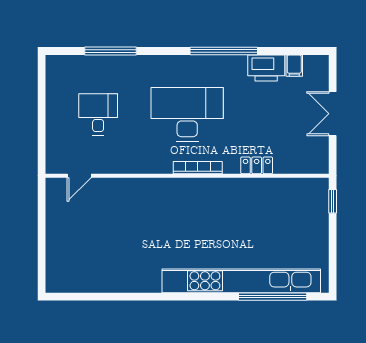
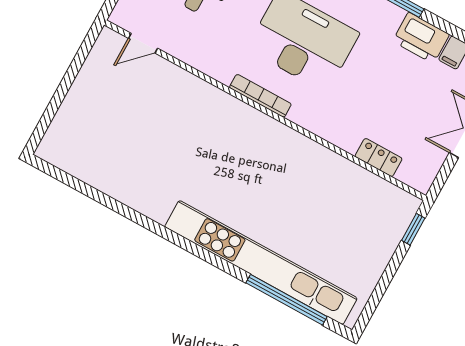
locker: (257, 165) -> (379, 158), moved
bookcase: (198, 168) -> (260, 96), moved

